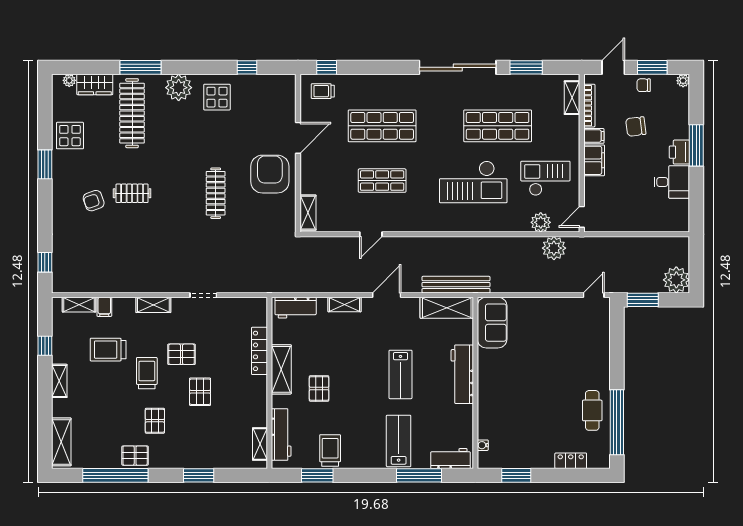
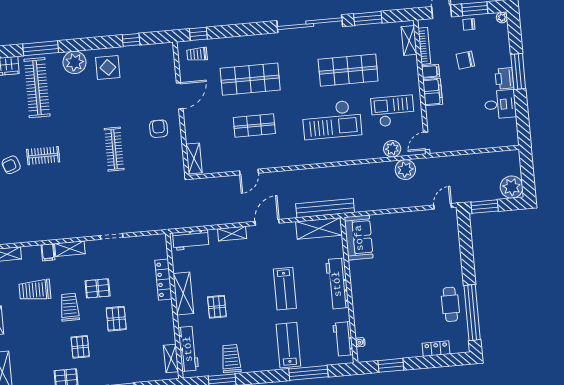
armchair: (270, 174) -> (159, 129), width x0.53, depth x0.53
filing cabinet: (104, 307) -> (48, 252), moved
workbench: (450, 459) -> (343, 339), moved, turned -90

